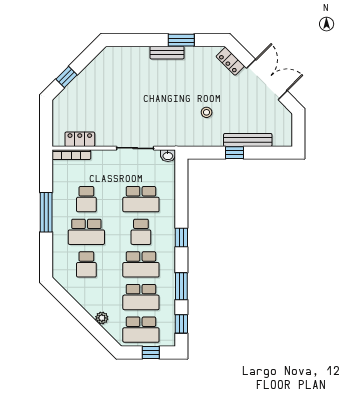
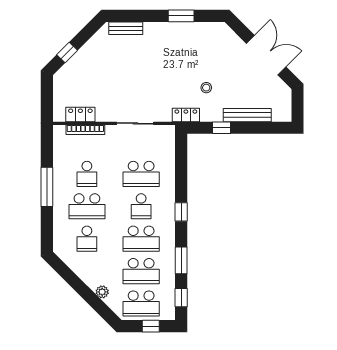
bench: (167, 53) -> (126, 28), moved
locker: (230, 61) -> (186, 115), moved, turned 135
window: (234, 153) -> (222, 128), moved
bookcase: (71, 155) -> (85, 130), moved
washbasin: (168, 156) -> (168, 131), removed

